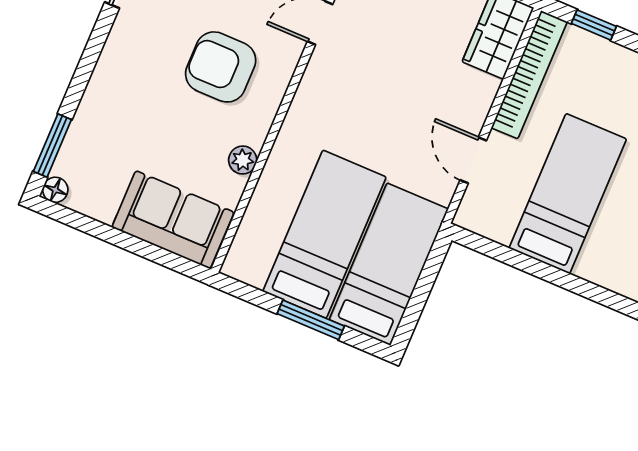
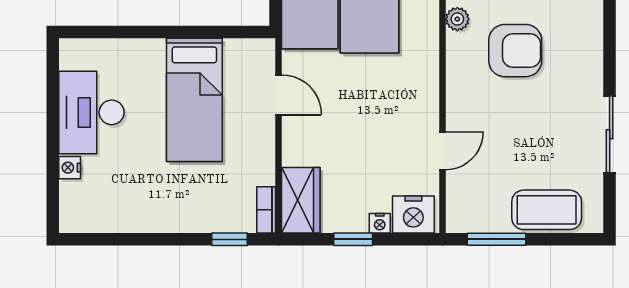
armchair: (221, 67) -> (515, 51), moved
bookcase: (529, 75) -> (266, 210), width x0.43, depth x0.76

